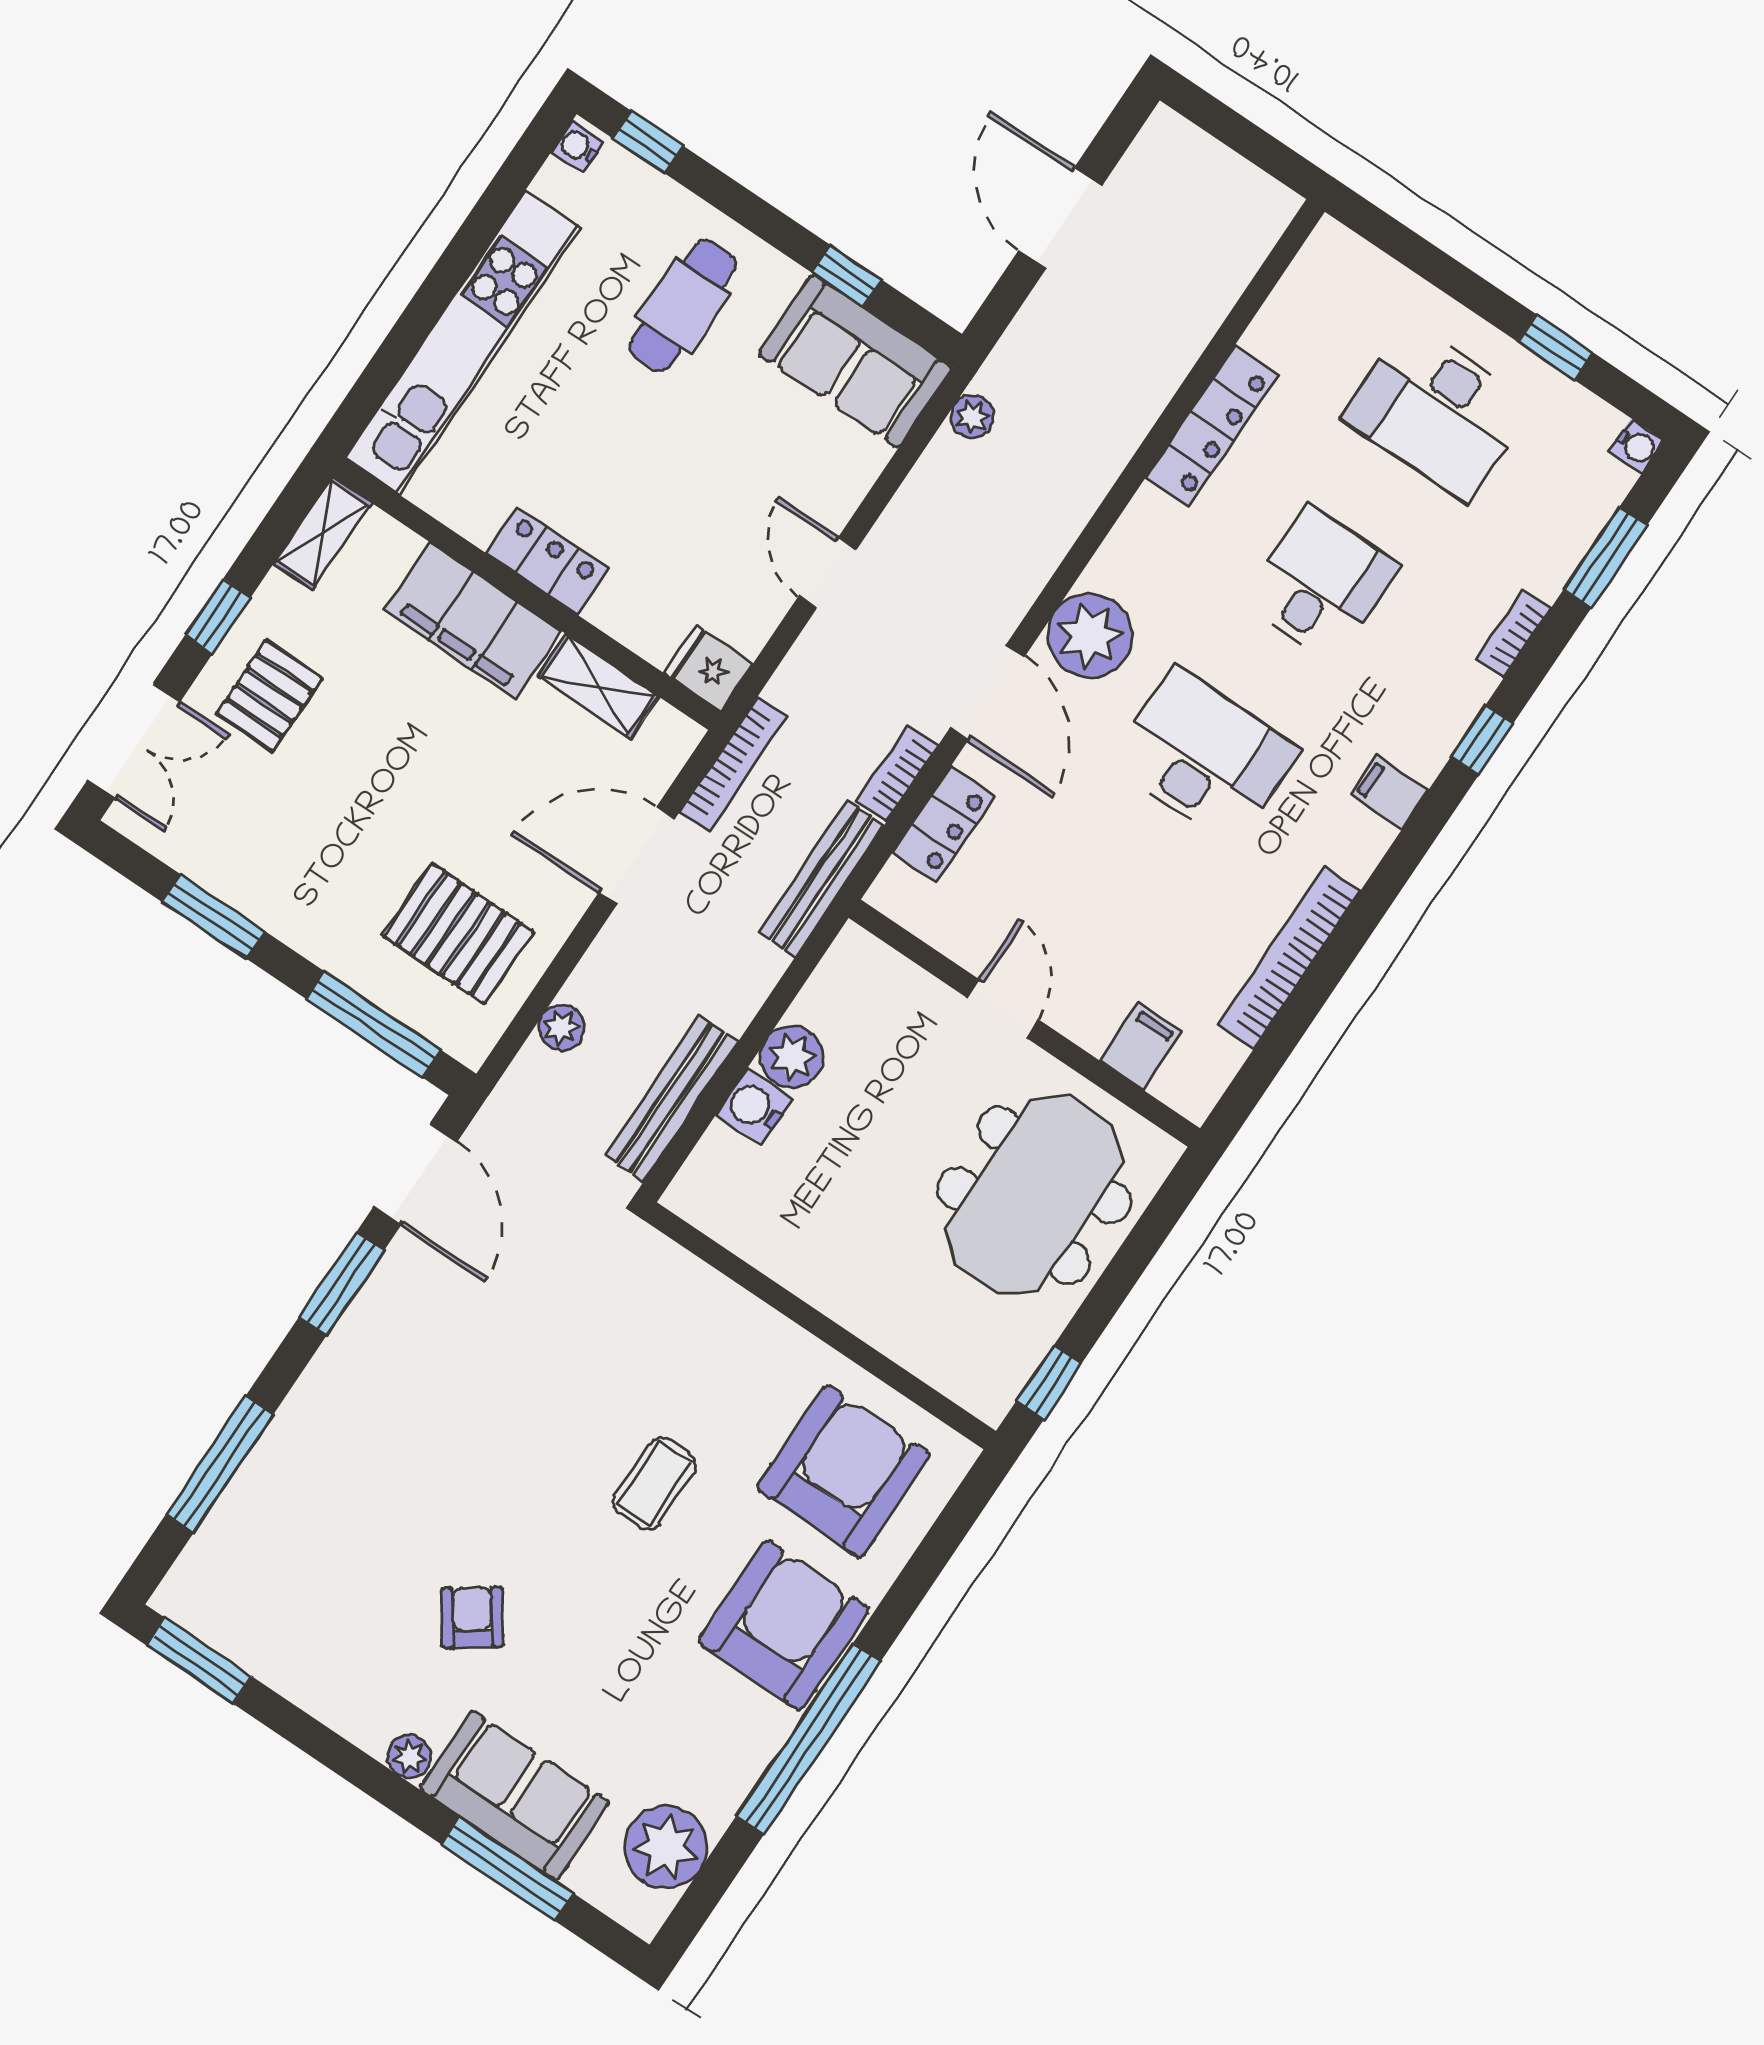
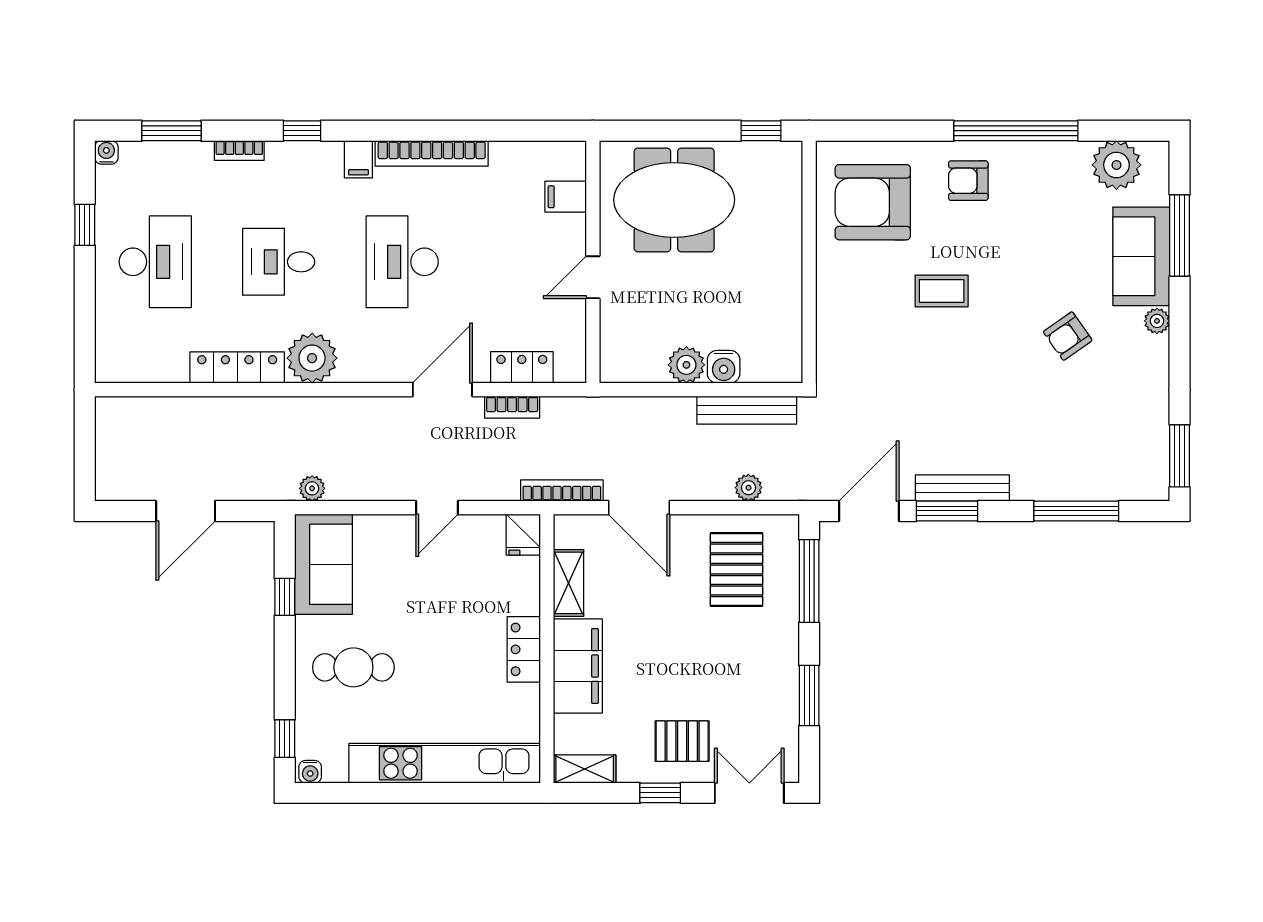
plant: (1090, 636) -> (312, 358), moved
bench: (821, 879) -> (962, 488), moved
bookcase: (1289, 958) -> (432, 153), moved
armchair: (784, 1625) -> (968, 181), width x0.53, depth x0.53

